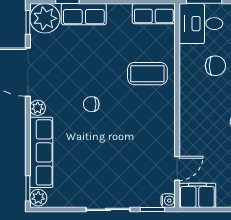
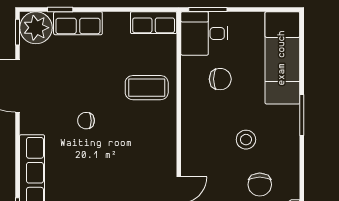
plant: (38, 108) -> (28, 125), removed

